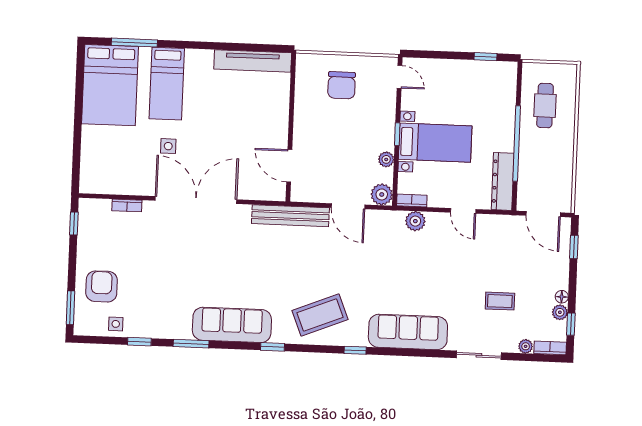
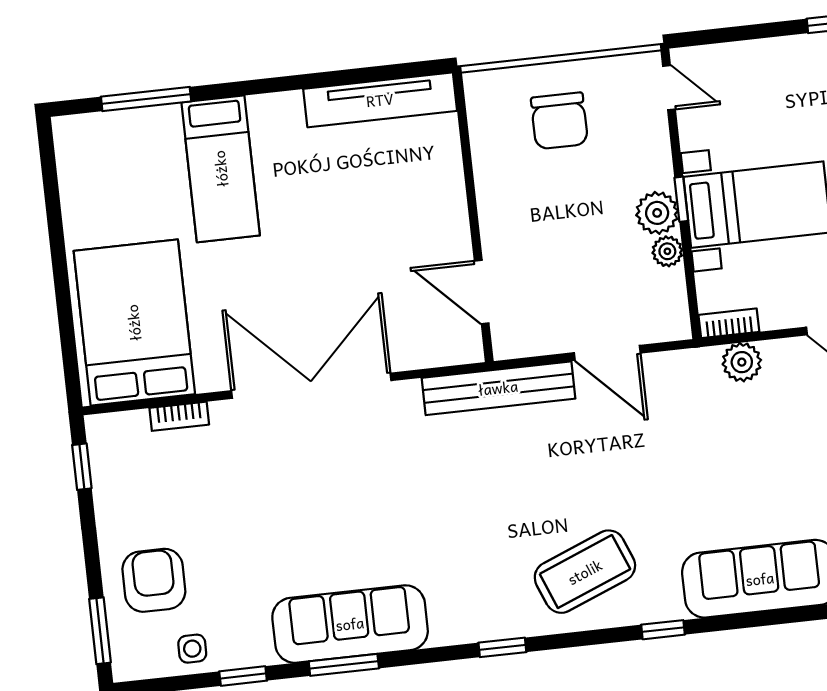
bed: (110, 85) -> (134, 323), moved, turned 180
side table: (168, 146) -> (242, 289), removed
plant: (382, 194) -> (657, 213), moved
sofa: (232, 325) -> (350, 624), moved

